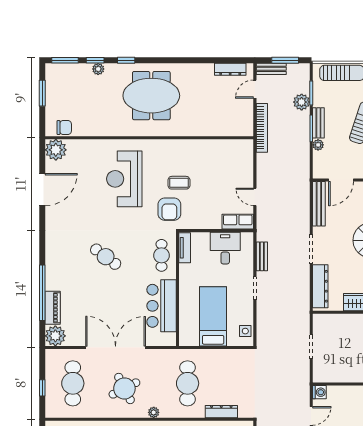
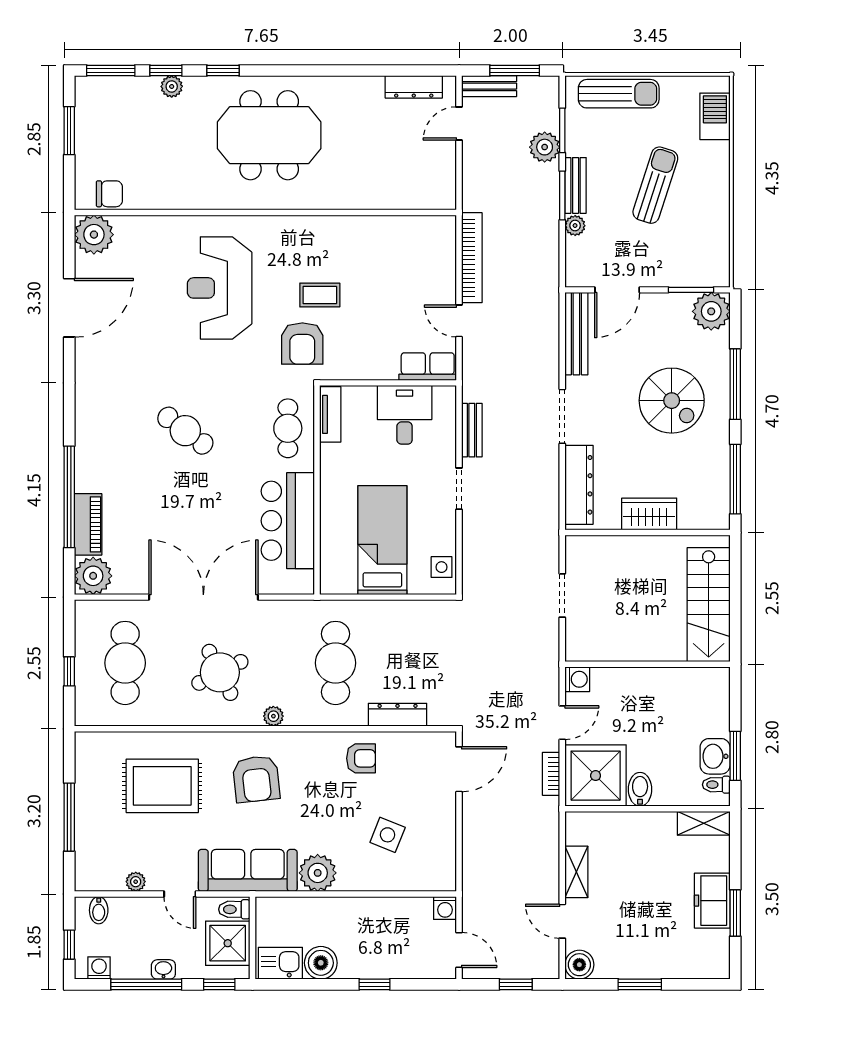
bookcase: (262, 128) -> (472, 258), moved

